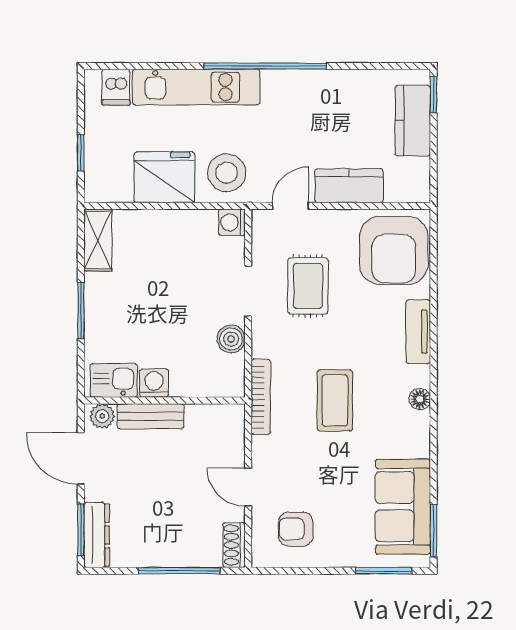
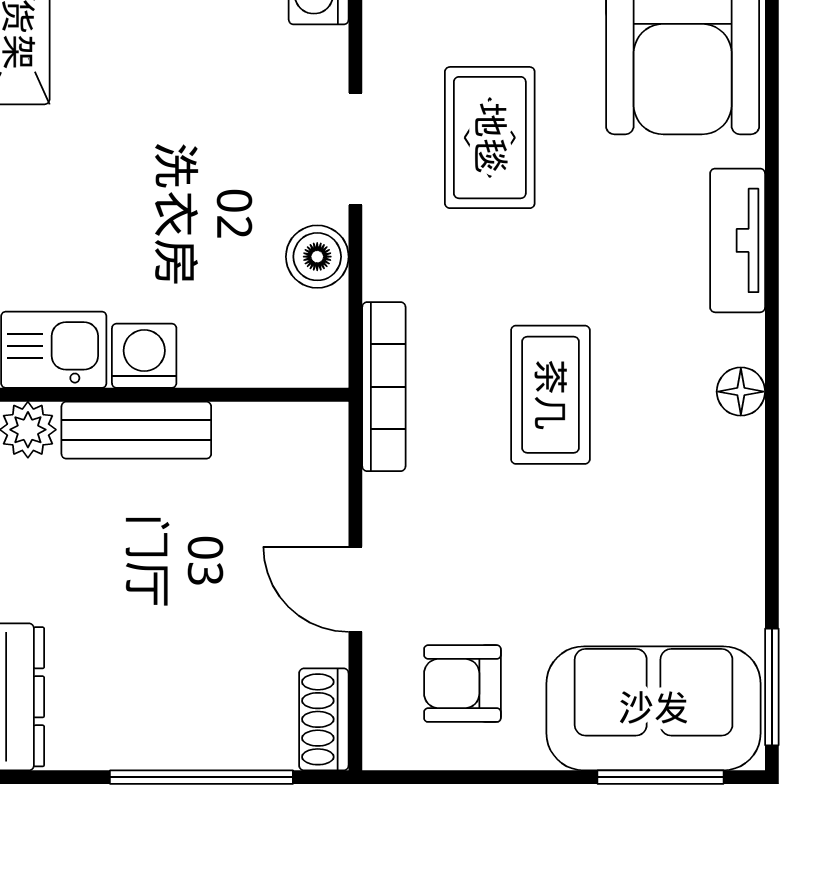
sofa: (403, 507) -> (654, 708), moved, turned 90

